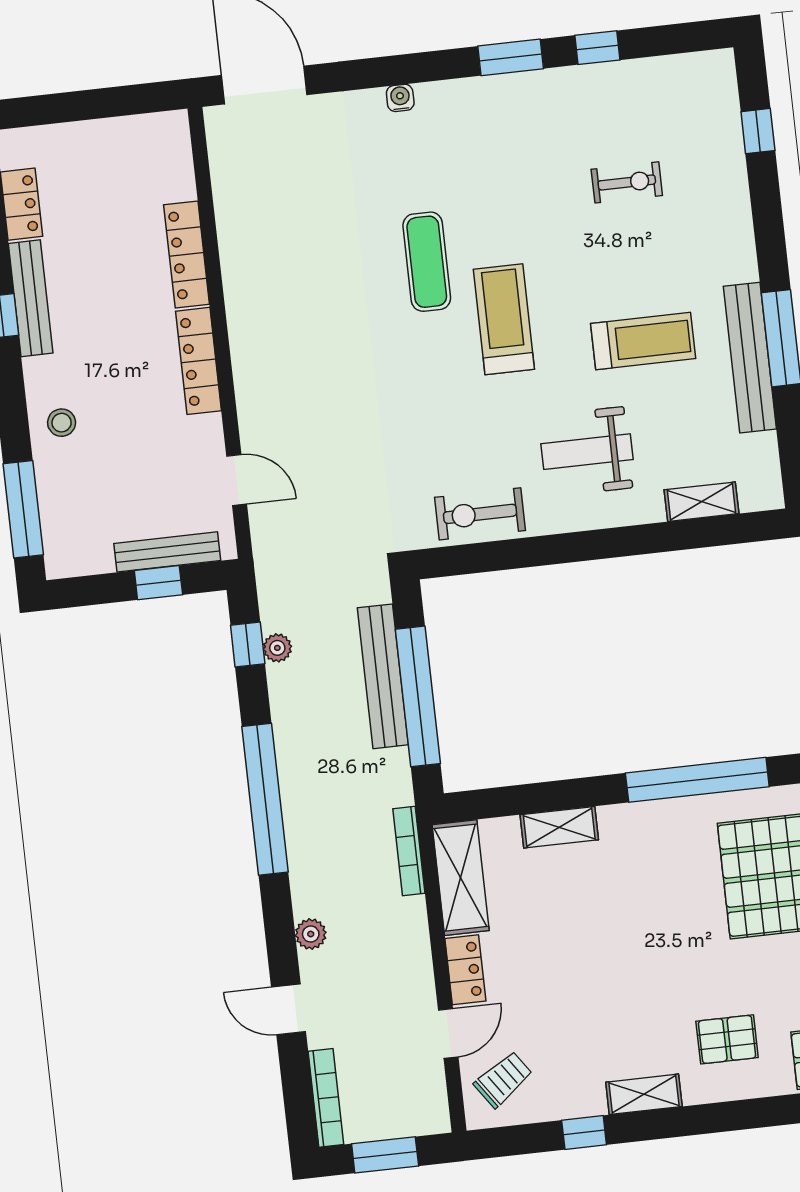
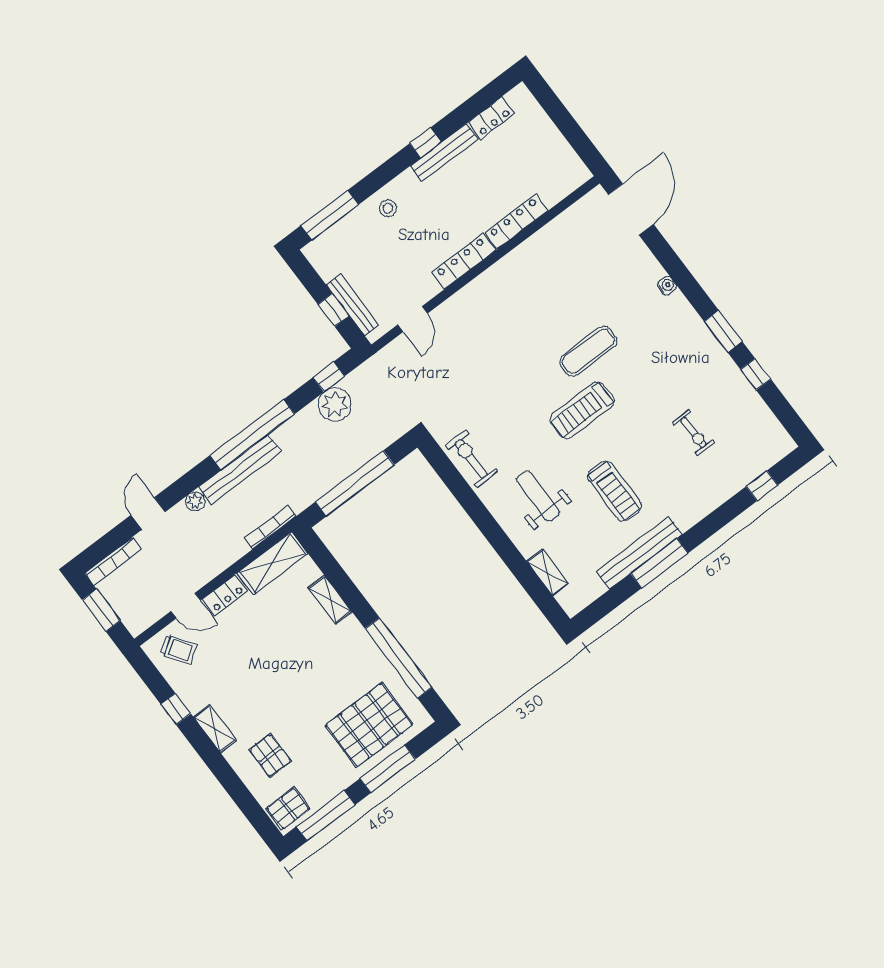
treadmill: (504, 319) -> (582, 410), turned 180
plant: (277, 648) -> (335, 404), width x1.88, depth x1.88
bench: (383, 676) -> (240, 469), moved

